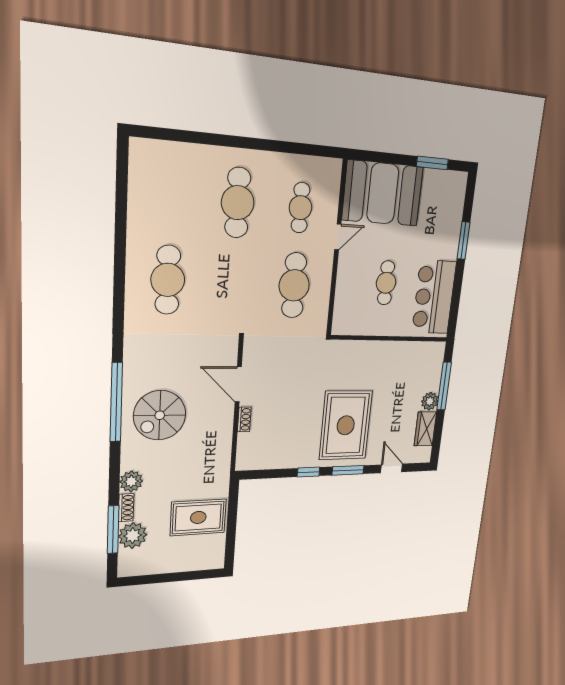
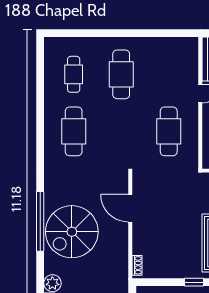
cafe table: (300, 208) -> (74, 74), moved
spiral stairs: (160, 415) -> (72, 232), width x1.37, depth x1.37
shoe rack: (244, 419) -> (137, 265), moved

